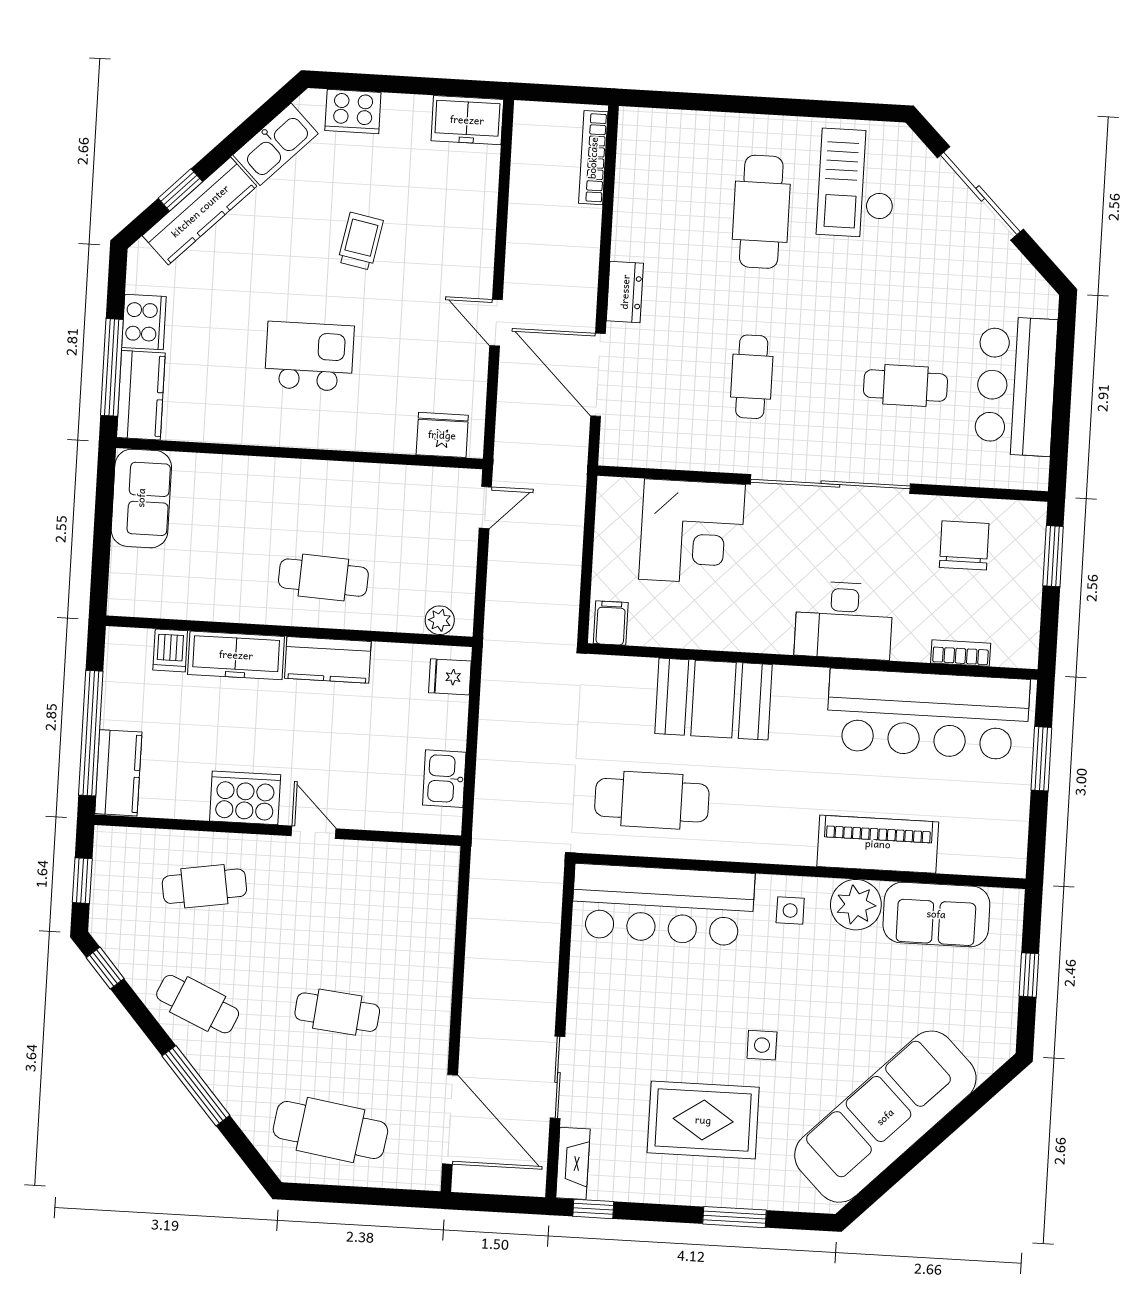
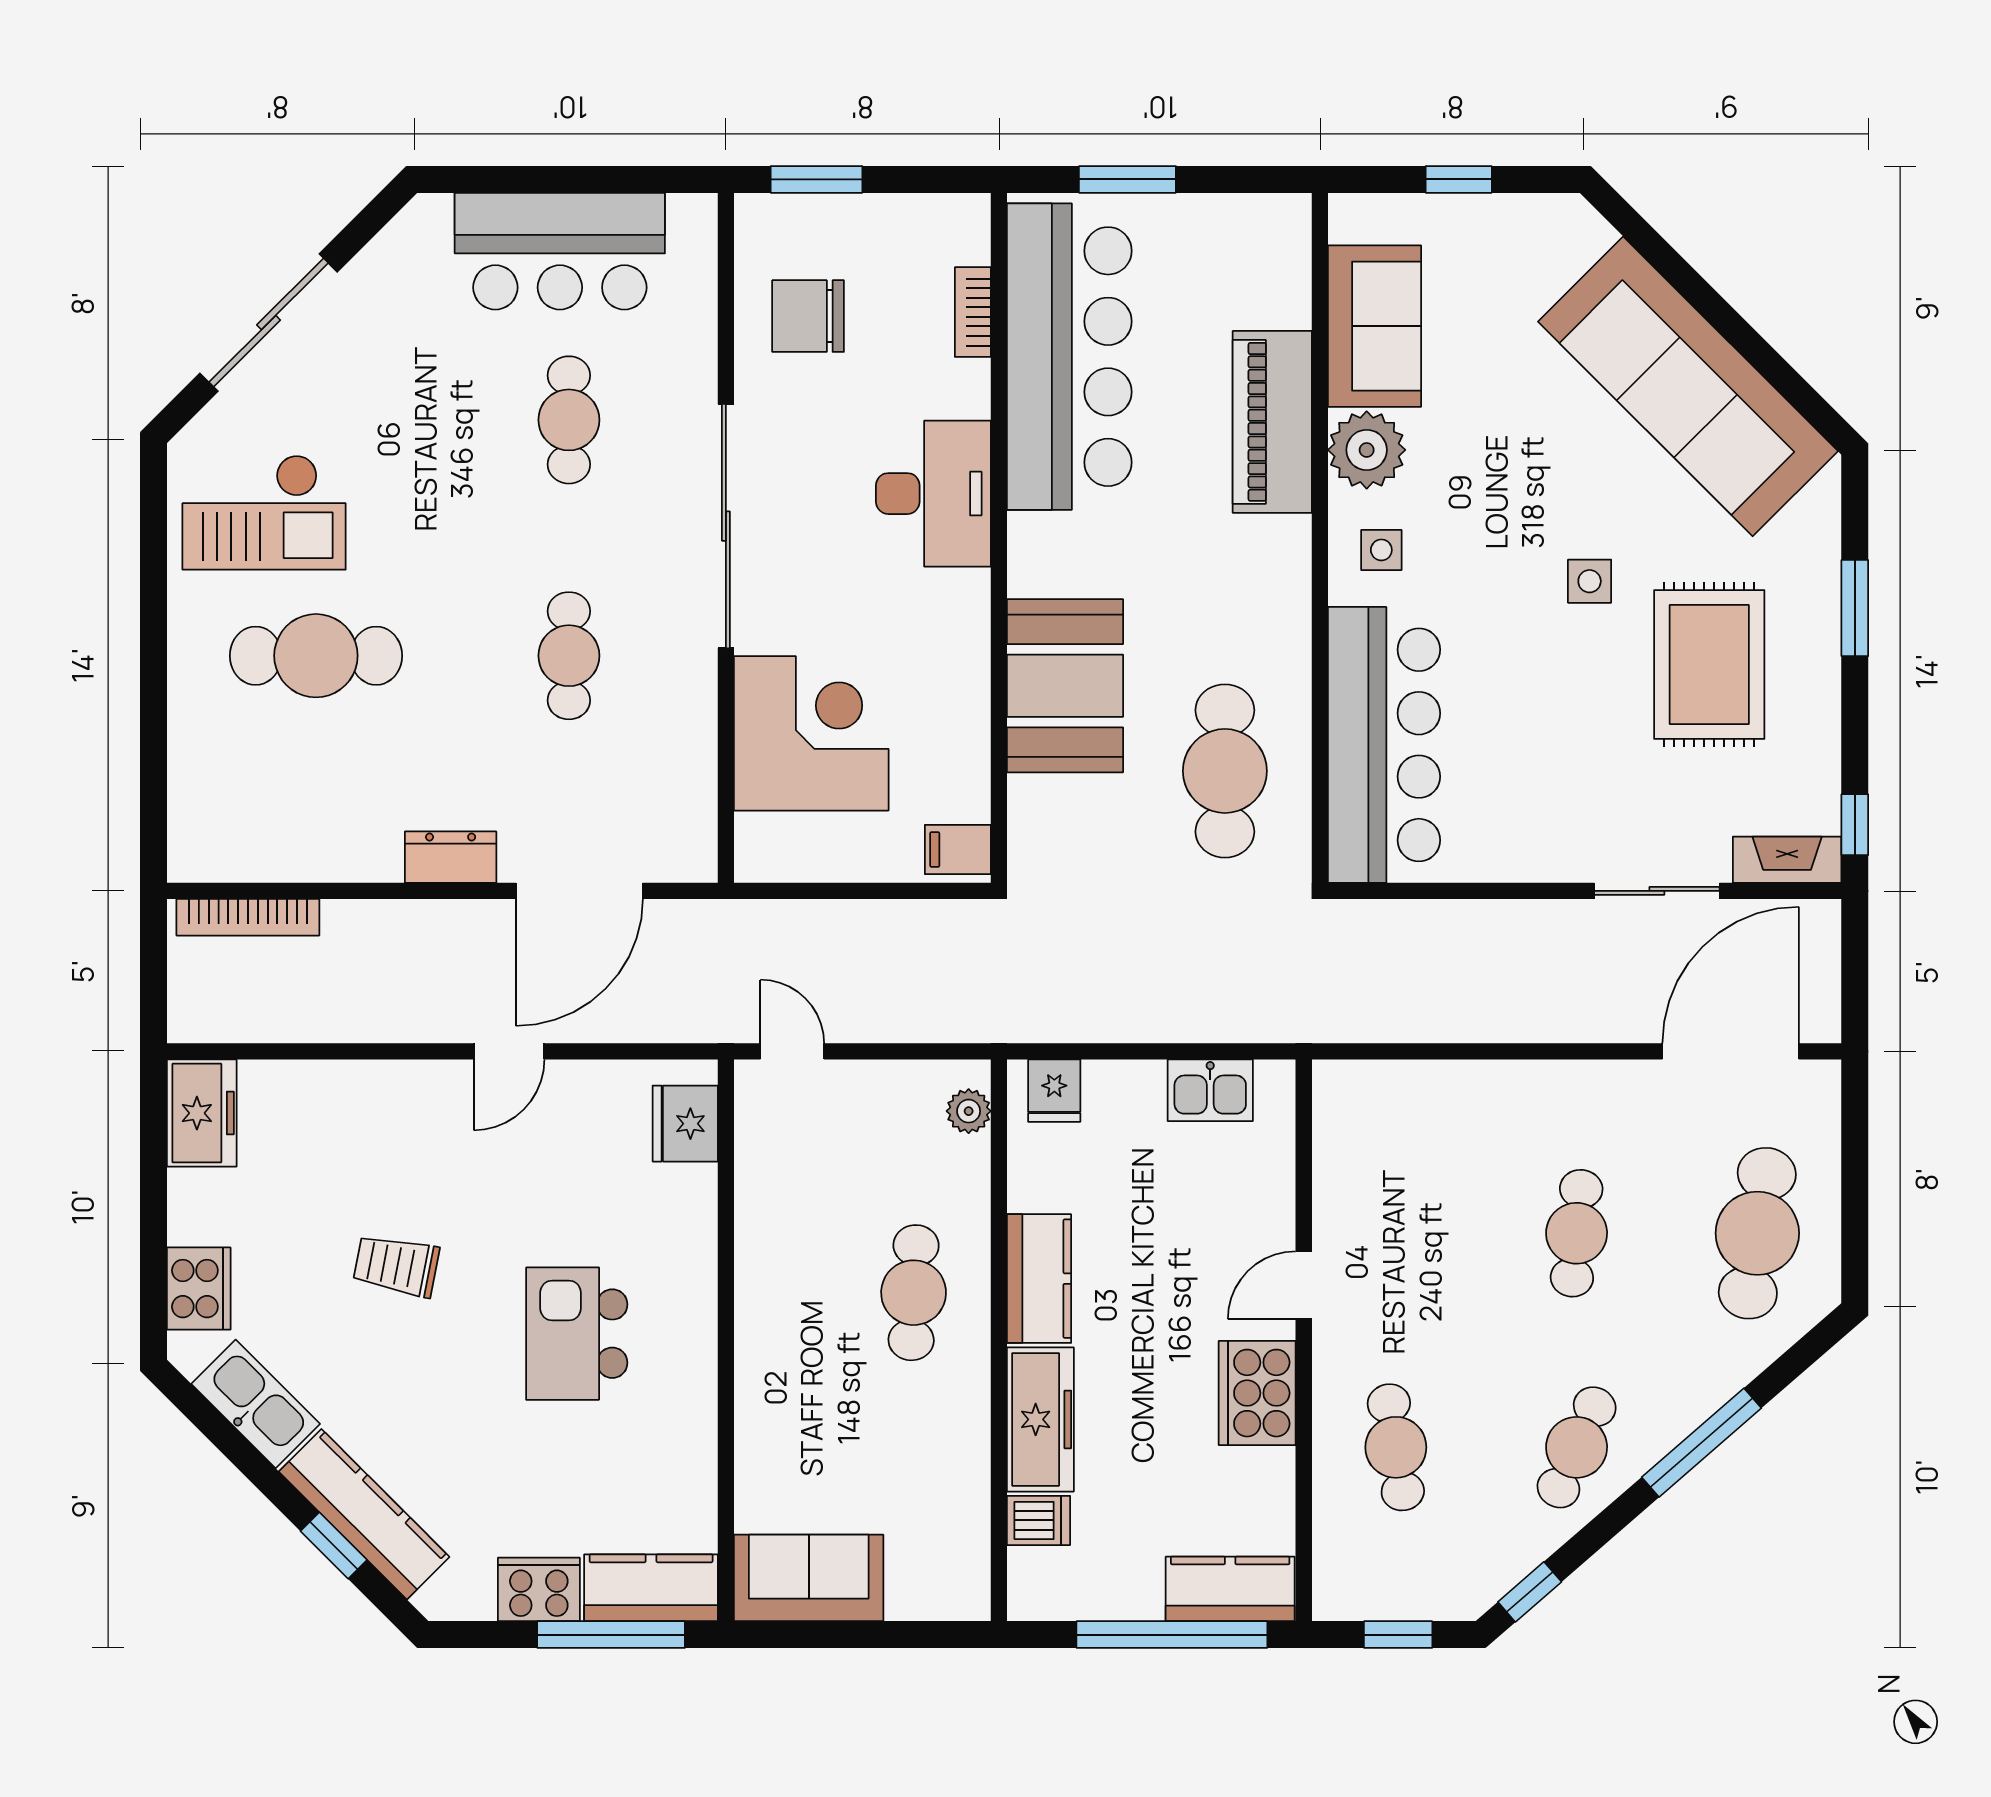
cafe table: (752, 377) -> (569, 656), turned 90

